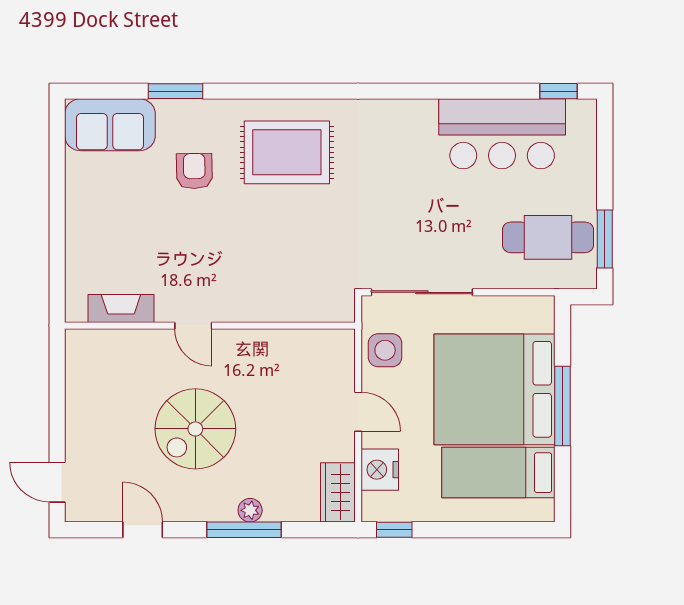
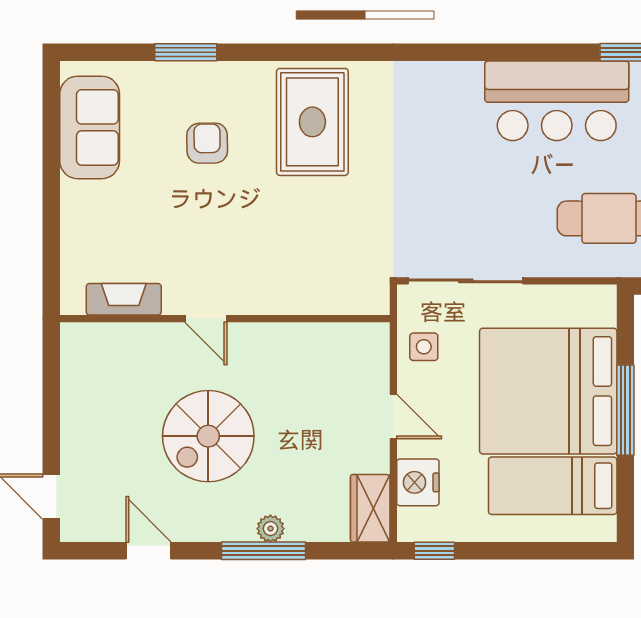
sofa: (110, 125) -> (90, 127), moved, turned -90
rug: (287, 152) -> (312, 122), turned 90
side table: (385, 350) -> (424, 347), width x0.73, depth x0.73

